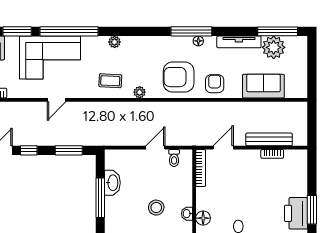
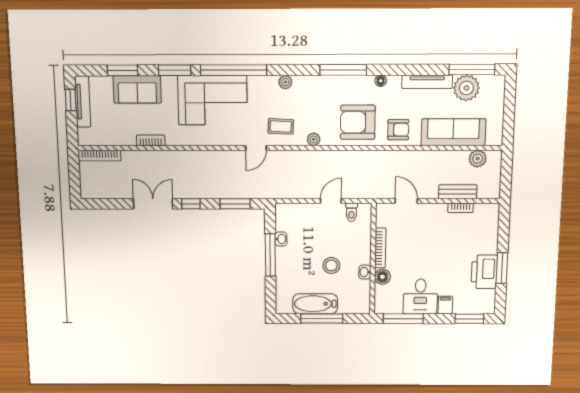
window: (191, 31) -> (343, 70), moved
armchair: (215, 84) -> (398, 130), turned 90
sofa: (263, 86) -> (453, 132), width x1.36
door: (57, 100) -> (256, 148), moved
plant: (286, 109) -> (478, 159), added
bench: (269, 139) -> (458, 192), width x0.73
door: (223, 148) -> (406, 201), hinge flipped
bookcase: (201, 168) -> (380, 248), moved
washbasin: (112, 183) -> (281, 239), width x0.52, depth x0.69

